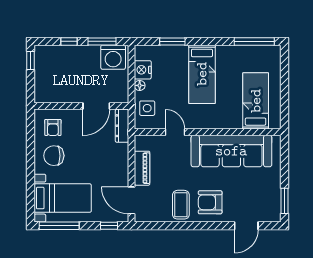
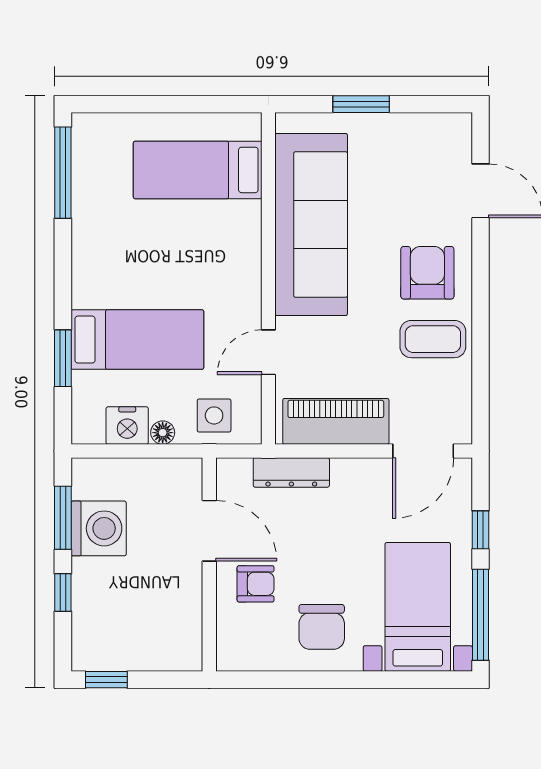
washing machine: (113, 57) -> (99, 528), moved
bed: (202, 74) -> (137, 340), moved
dresser: (122, 126) -> (291, 472), moved
armchair: (53, 127) -> (256, 584), moved
piano: (142, 168) -> (336, 421), width x1.37, depth x1.33
window: (285, 201) -> (361, 104), moved
armchair: (210, 202) -> (427, 273), turned 180
window: (109, 226) -> (480, 530), moved

